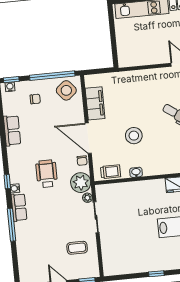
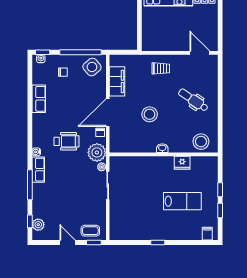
door: (88, 138) -> (108, 113), hinge flipped
trolley: (111, 172) -> (161, 68), moved
washbasin: (136, 172) -> (162, 148), moved
wheelchair: (47, 174) -> (67, 141), turned 90
window: (7, 182) -> (30, 221), moved
coffee table: (77, 248) -> (90, 231), moved
plant: (25, 267) -> (38, 225), added

